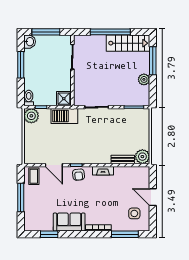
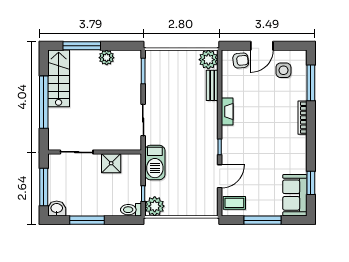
shower: (64, 99) -> (111, 163), moved
armchair: (79, 175) -> (241, 61), moved
sofa: (69, 222) -> (295, 195), moved

